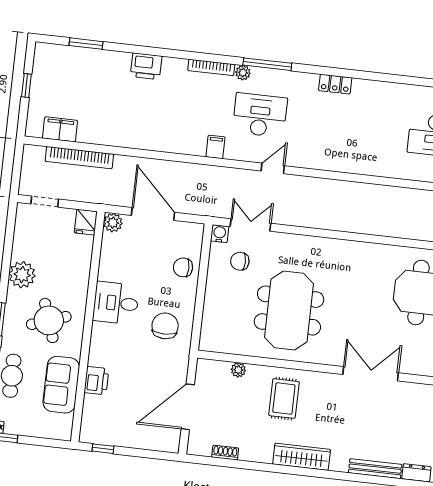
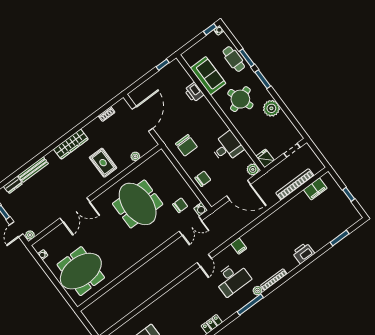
desk: (116, 303) -> (227, 147), moved

